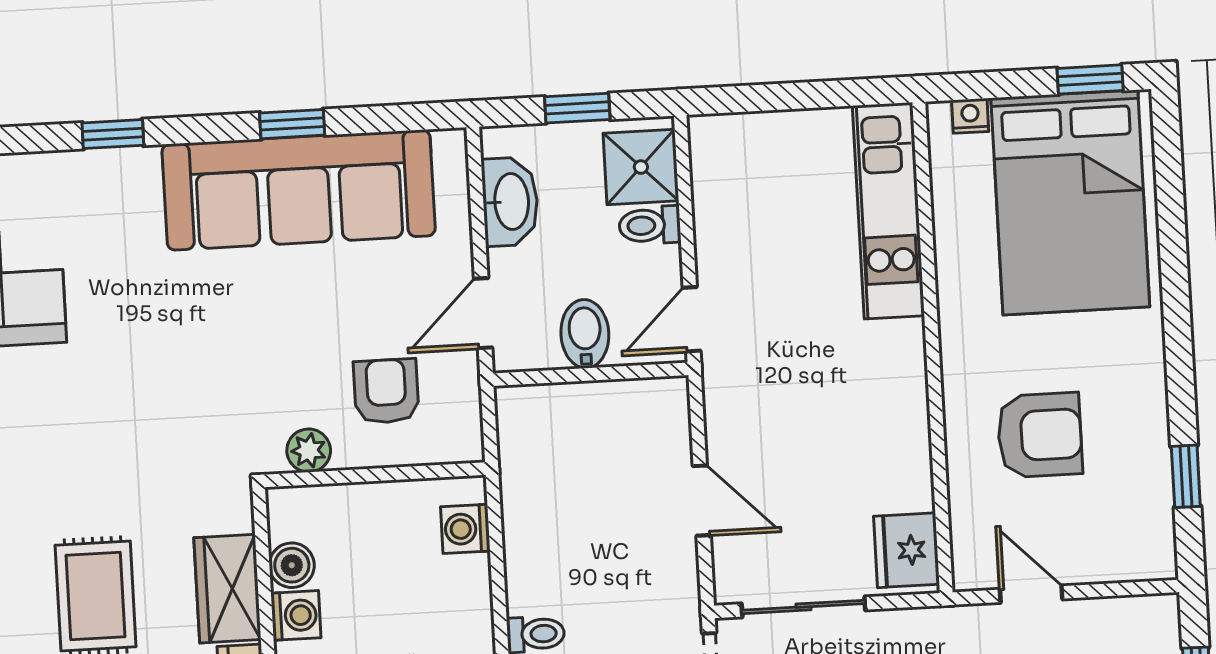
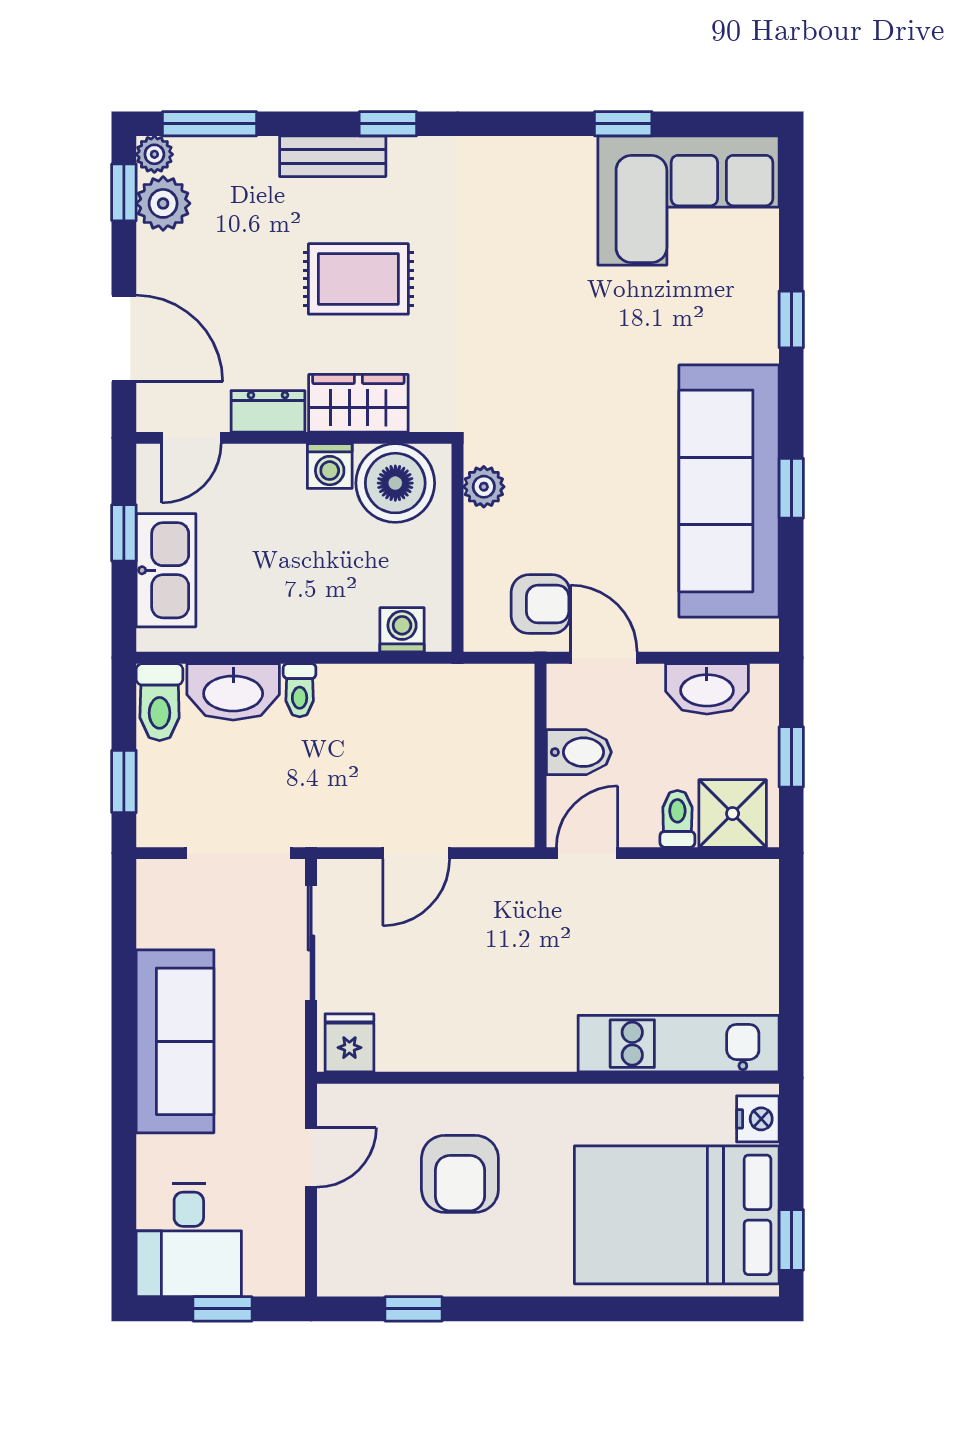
nightstand: (970, 116) -> (758, 1119), width x1.39, depth x1.35
door: (692, 319) -> (587, 853), hinge flipped
armchair: (386, 391) -> (541, 604), moved
fridge: (907, 550) -> (349, 1043), width x0.72
boiler: (292, 565) -> (395, 483), width x1.86, depth x1.86

